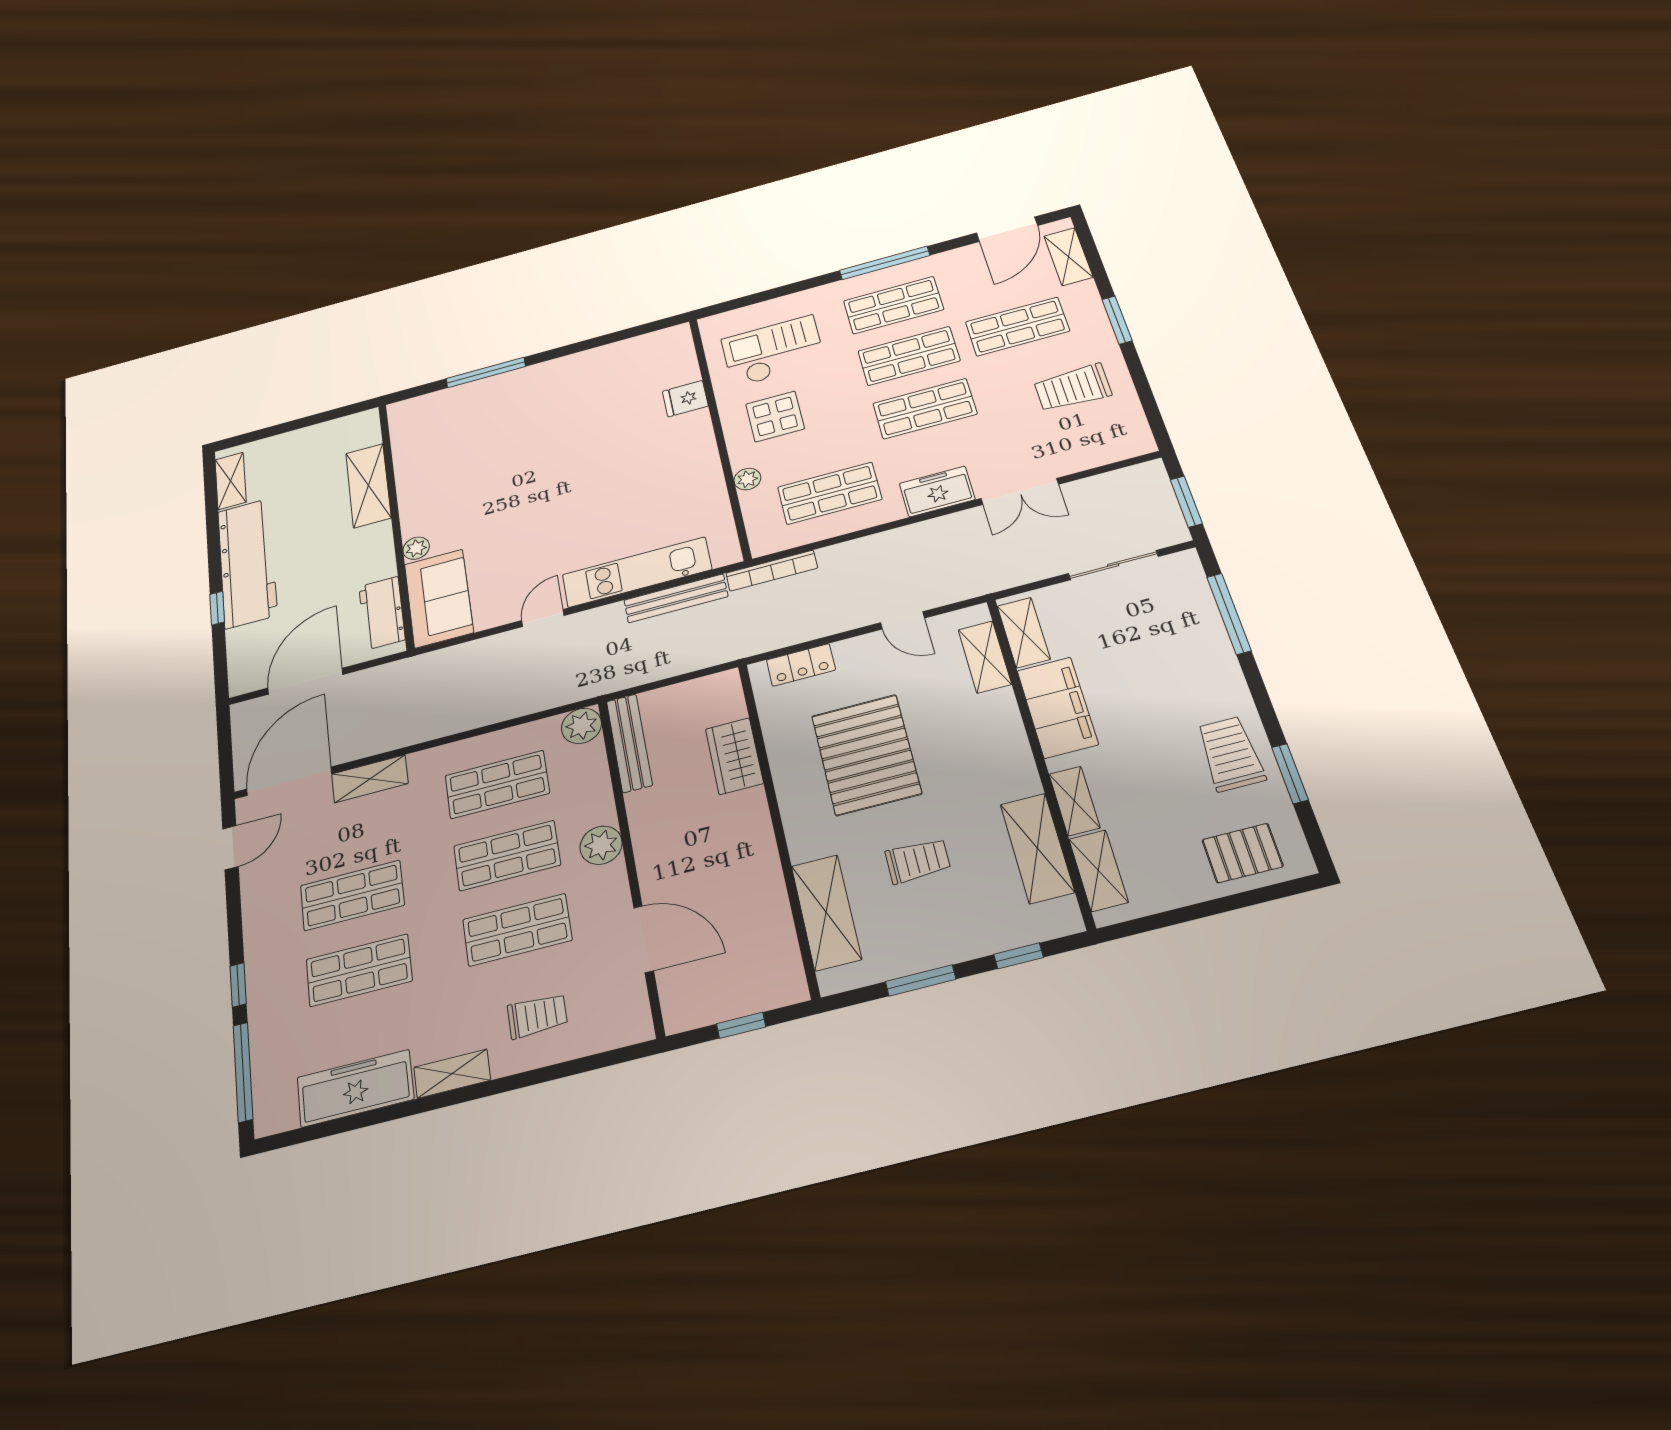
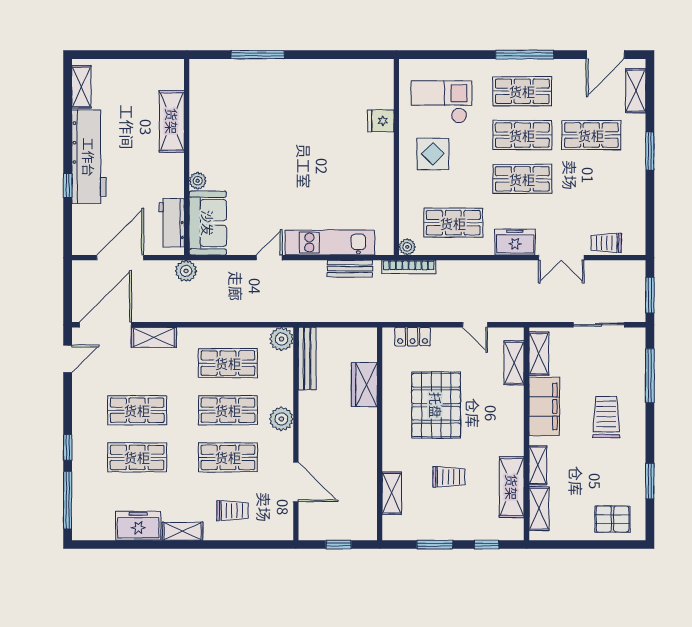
trolley: (1073, 388) -> (606, 243), moved, width x0.73, depth x0.72
plant: (747, 479) -> (407, 247), moved
bench: (676, 598) -> (350, 269), width x0.73
plant: (412, 672) -> (186, 271), added
trolley: (1230, 754) -> (606, 417), moved
shelving: (826, 912) -> (392, 493), width x0.67, depth x0.75
freezer: (355, 1088) -> (138, 526), width x0.71

